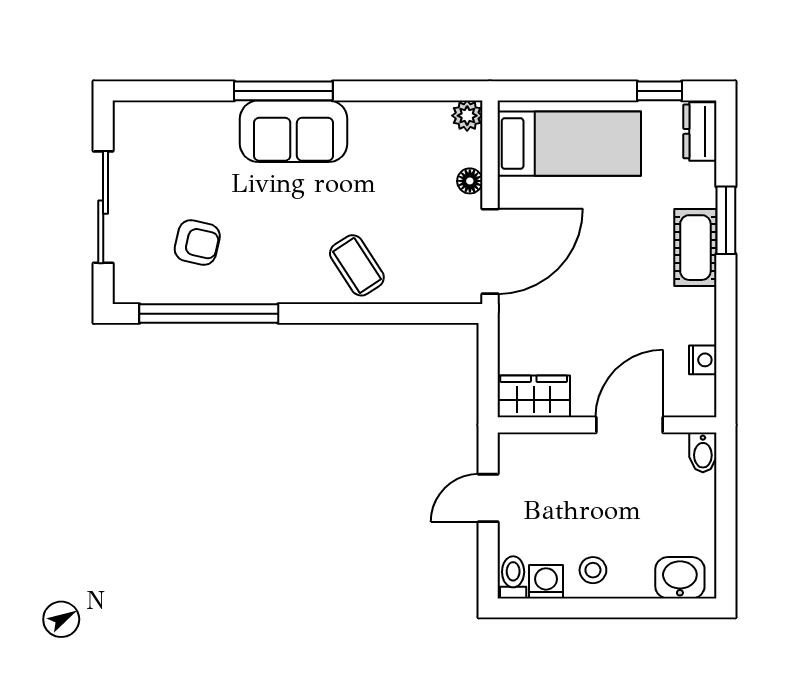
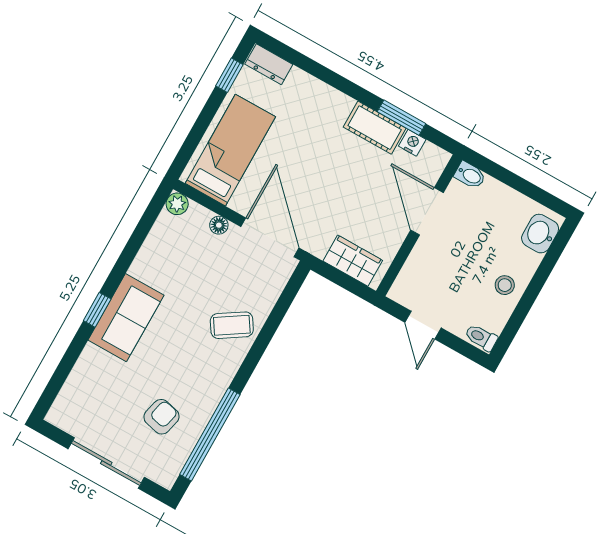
window: (283, 91) -> (97, 310), width x0.46
window: (726, 220) -> (401, 118), moved
cot: (695, 248) -> (375, 128), moved
wardrobe: (534, 396) -> (353, 261), moved, turned 90
washing machine: (546, 582) -> (495, 318), removed

